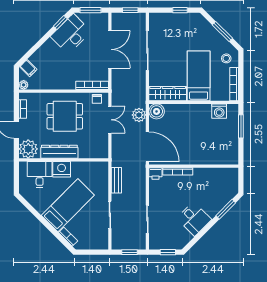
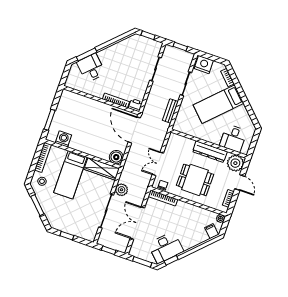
plant: (139, 115) -> (122, 190), moved
nightstand: (62, 169) -> (204, 65), moved, turned 180
desk: (194, 219) -> (91, 68), moved

